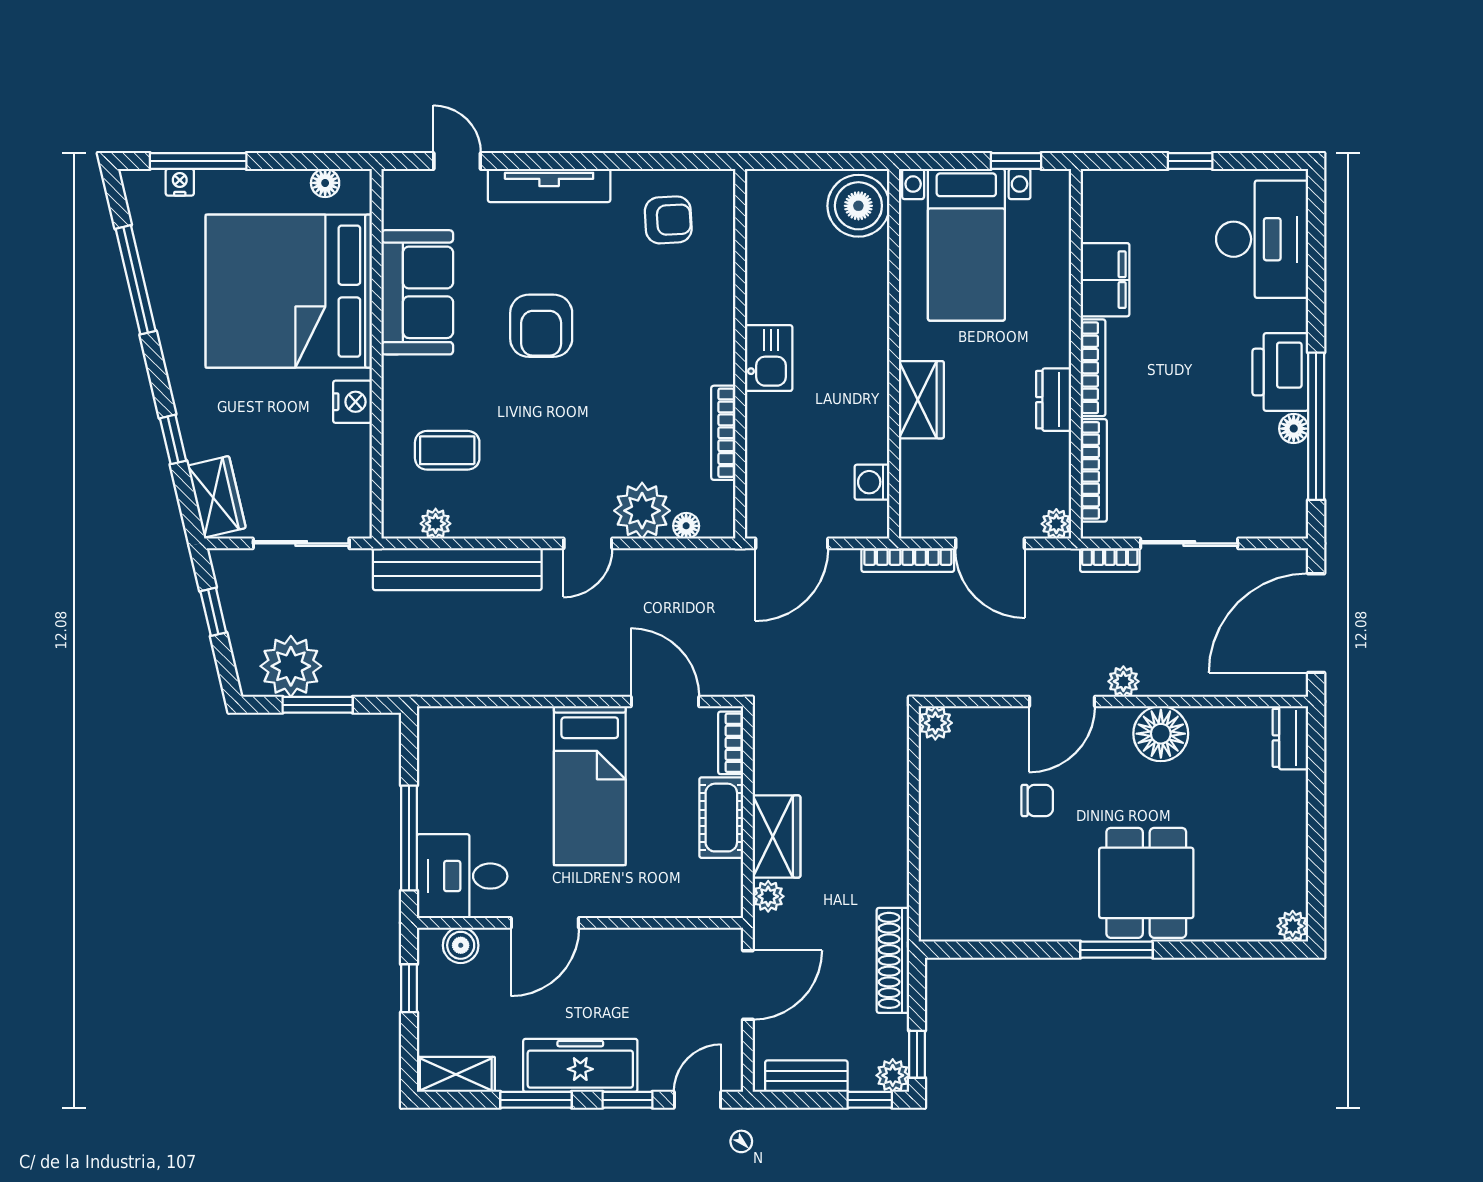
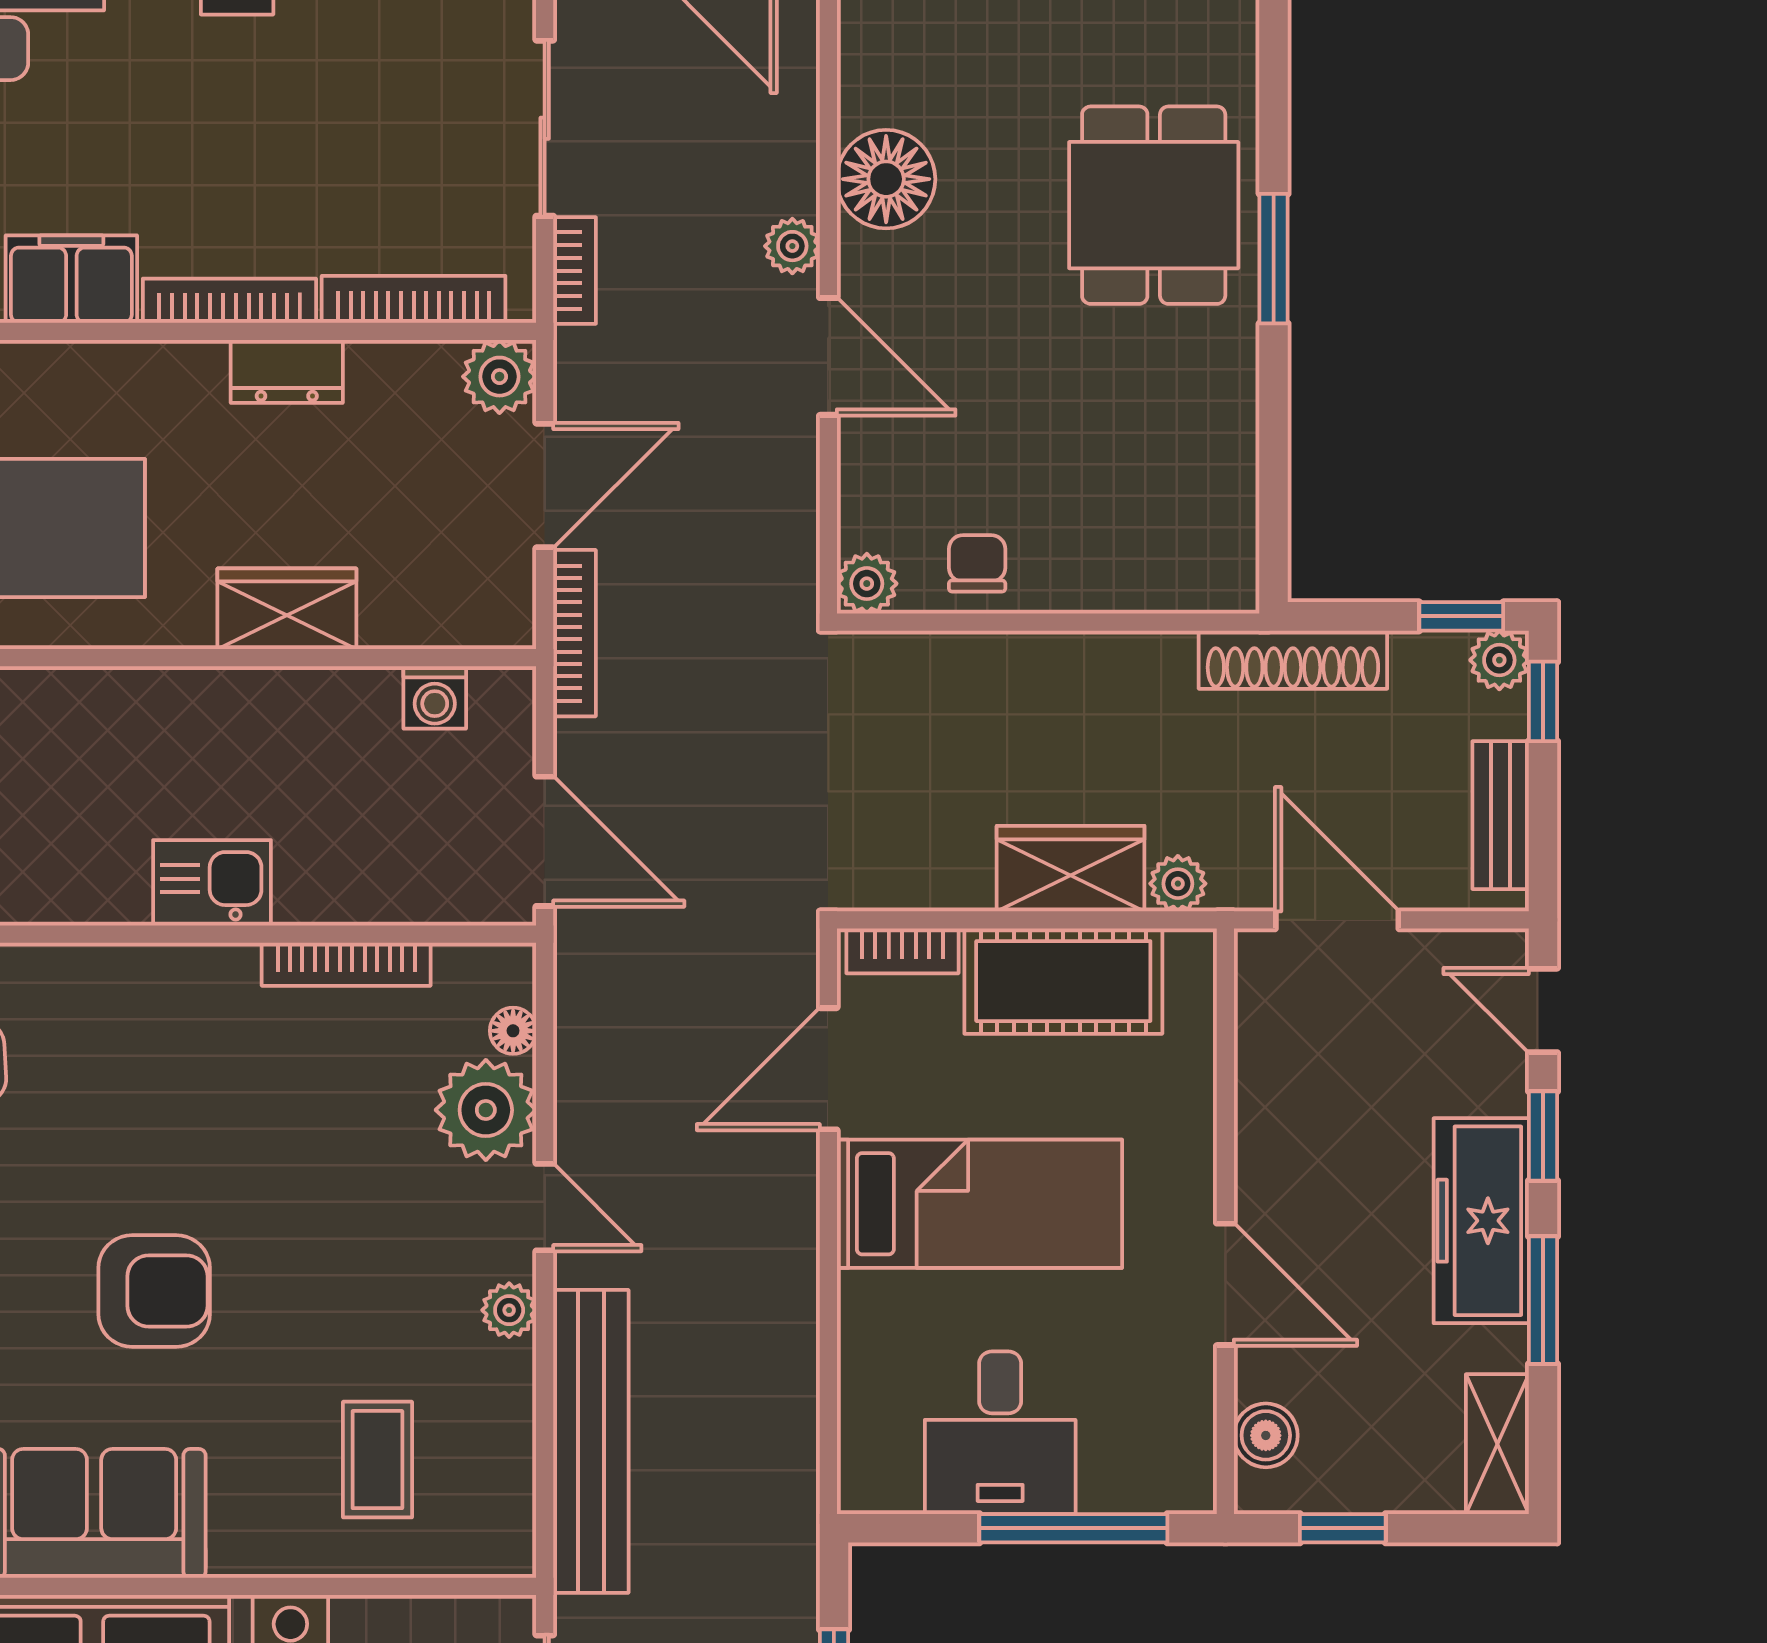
plant: (436, 524) -> (509, 1310), moved
plant: (1056, 524) -> (499, 377), width x1.38, depth x1.38
chair: (1037, 801) -> (977, 563), moved
cot: (721, 818) -> (1063, 981), width x1.37, depth x1.34
desk: (462, 876) -> (1000, 1433), moved
dining table: (1146, 883) -> (1154, 205), turned 90

